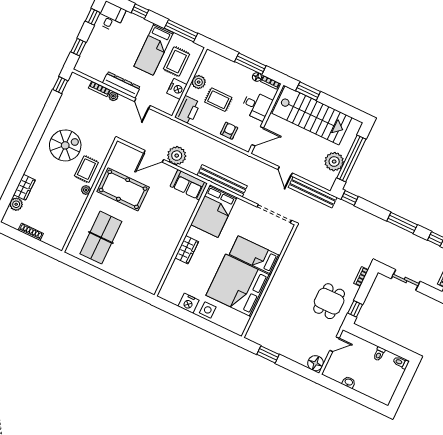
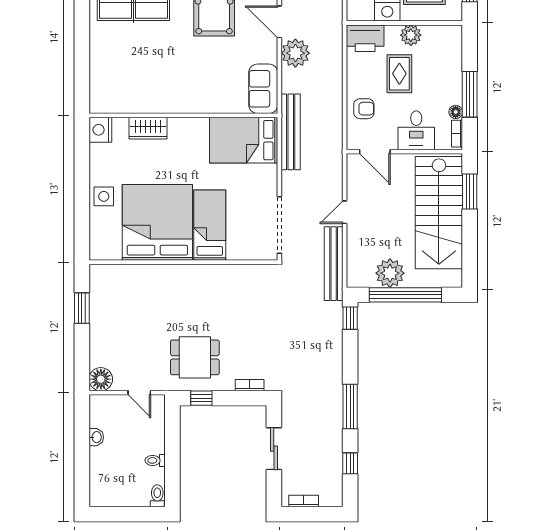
wardrobe: (187, 250) -> (148, 128), moved
nightstand: (189, 303) -> (100, 130), moved

